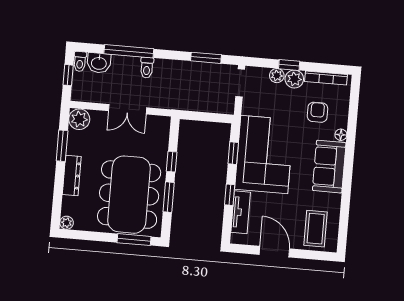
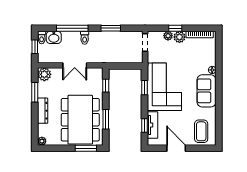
window: (206, 58) -> (111, 28), moved
armchair: (317, 112) -> (196, 57), removed
window: (172, 162) -> (106, 86), moved
window: (230, 195) -> (145, 126), moved

